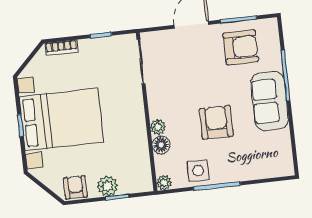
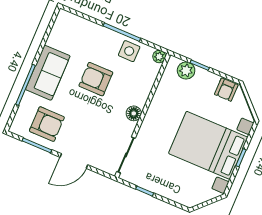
armchair: (241, 47) -> (47, 124), turned 180
bookcase: (61, 48) -> (179, 198), removed
armchair: (216, 122) -> (96, 79), turned 90
plant: (158, 127) -> (141, 100), removed
floor lamp: (161, 145) -> (134, 113), moved
plant: (107, 186) -> (186, 71), moved

